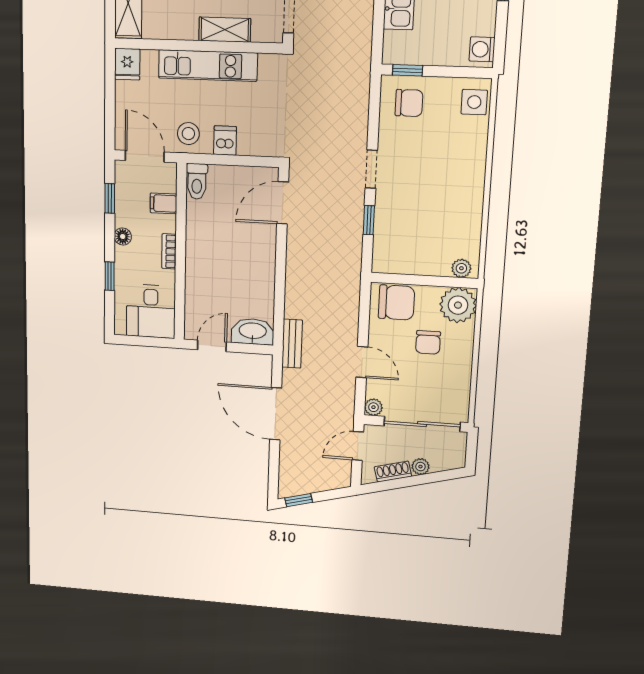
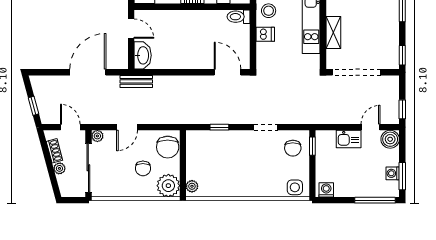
doorway: (371, 169) -> (266, 127), moved
chair: (428, 342) -> (143, 168), turned -90
window: (299, 500) -> (33, 106), moved

